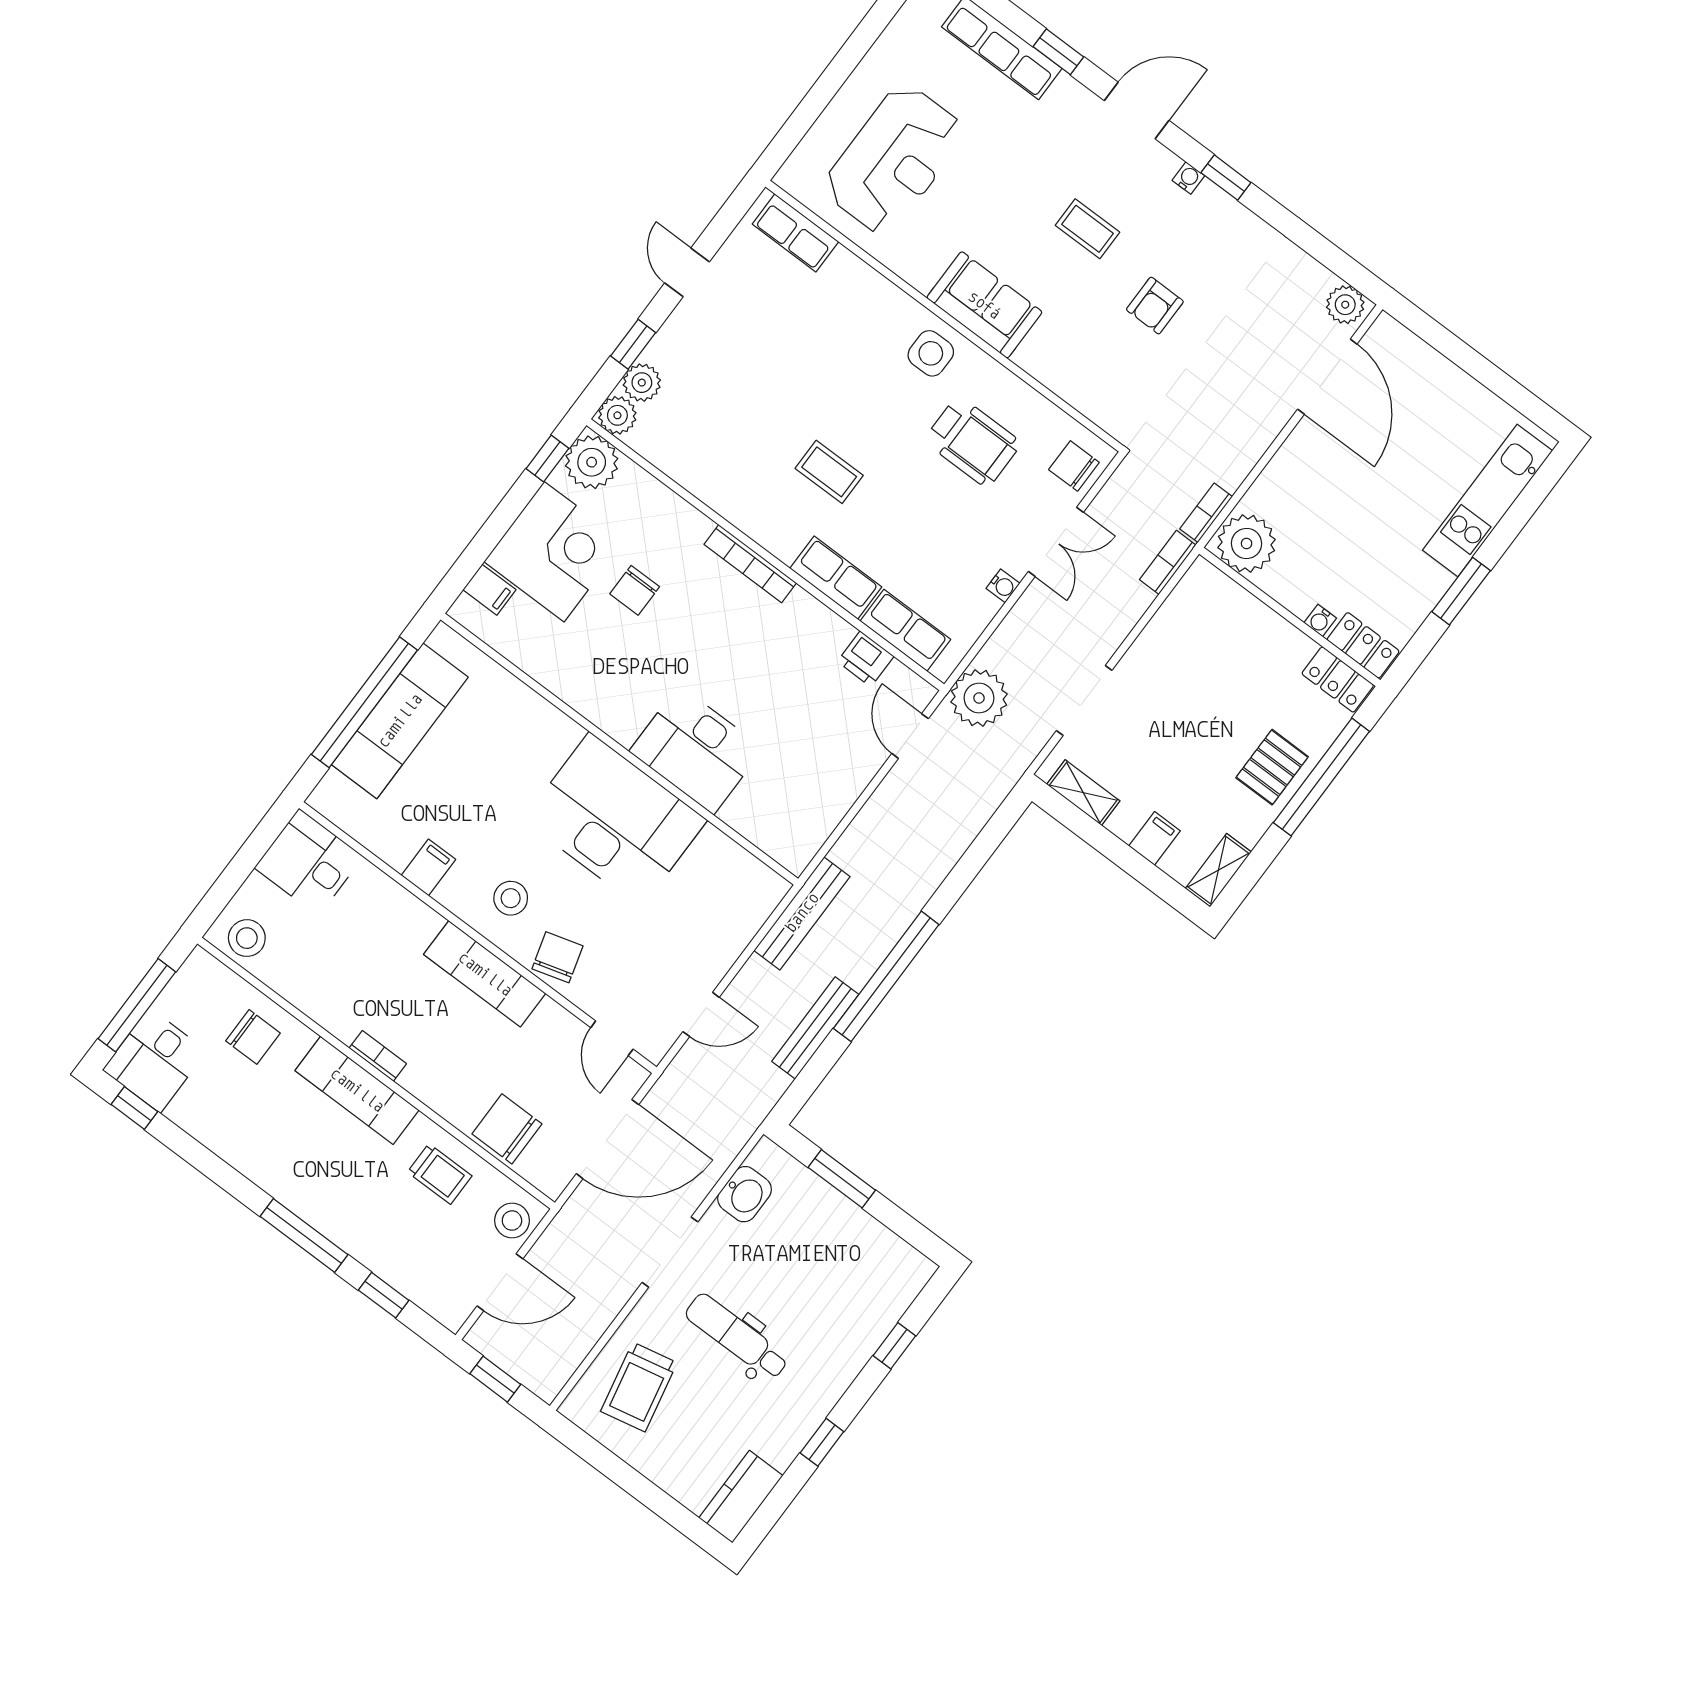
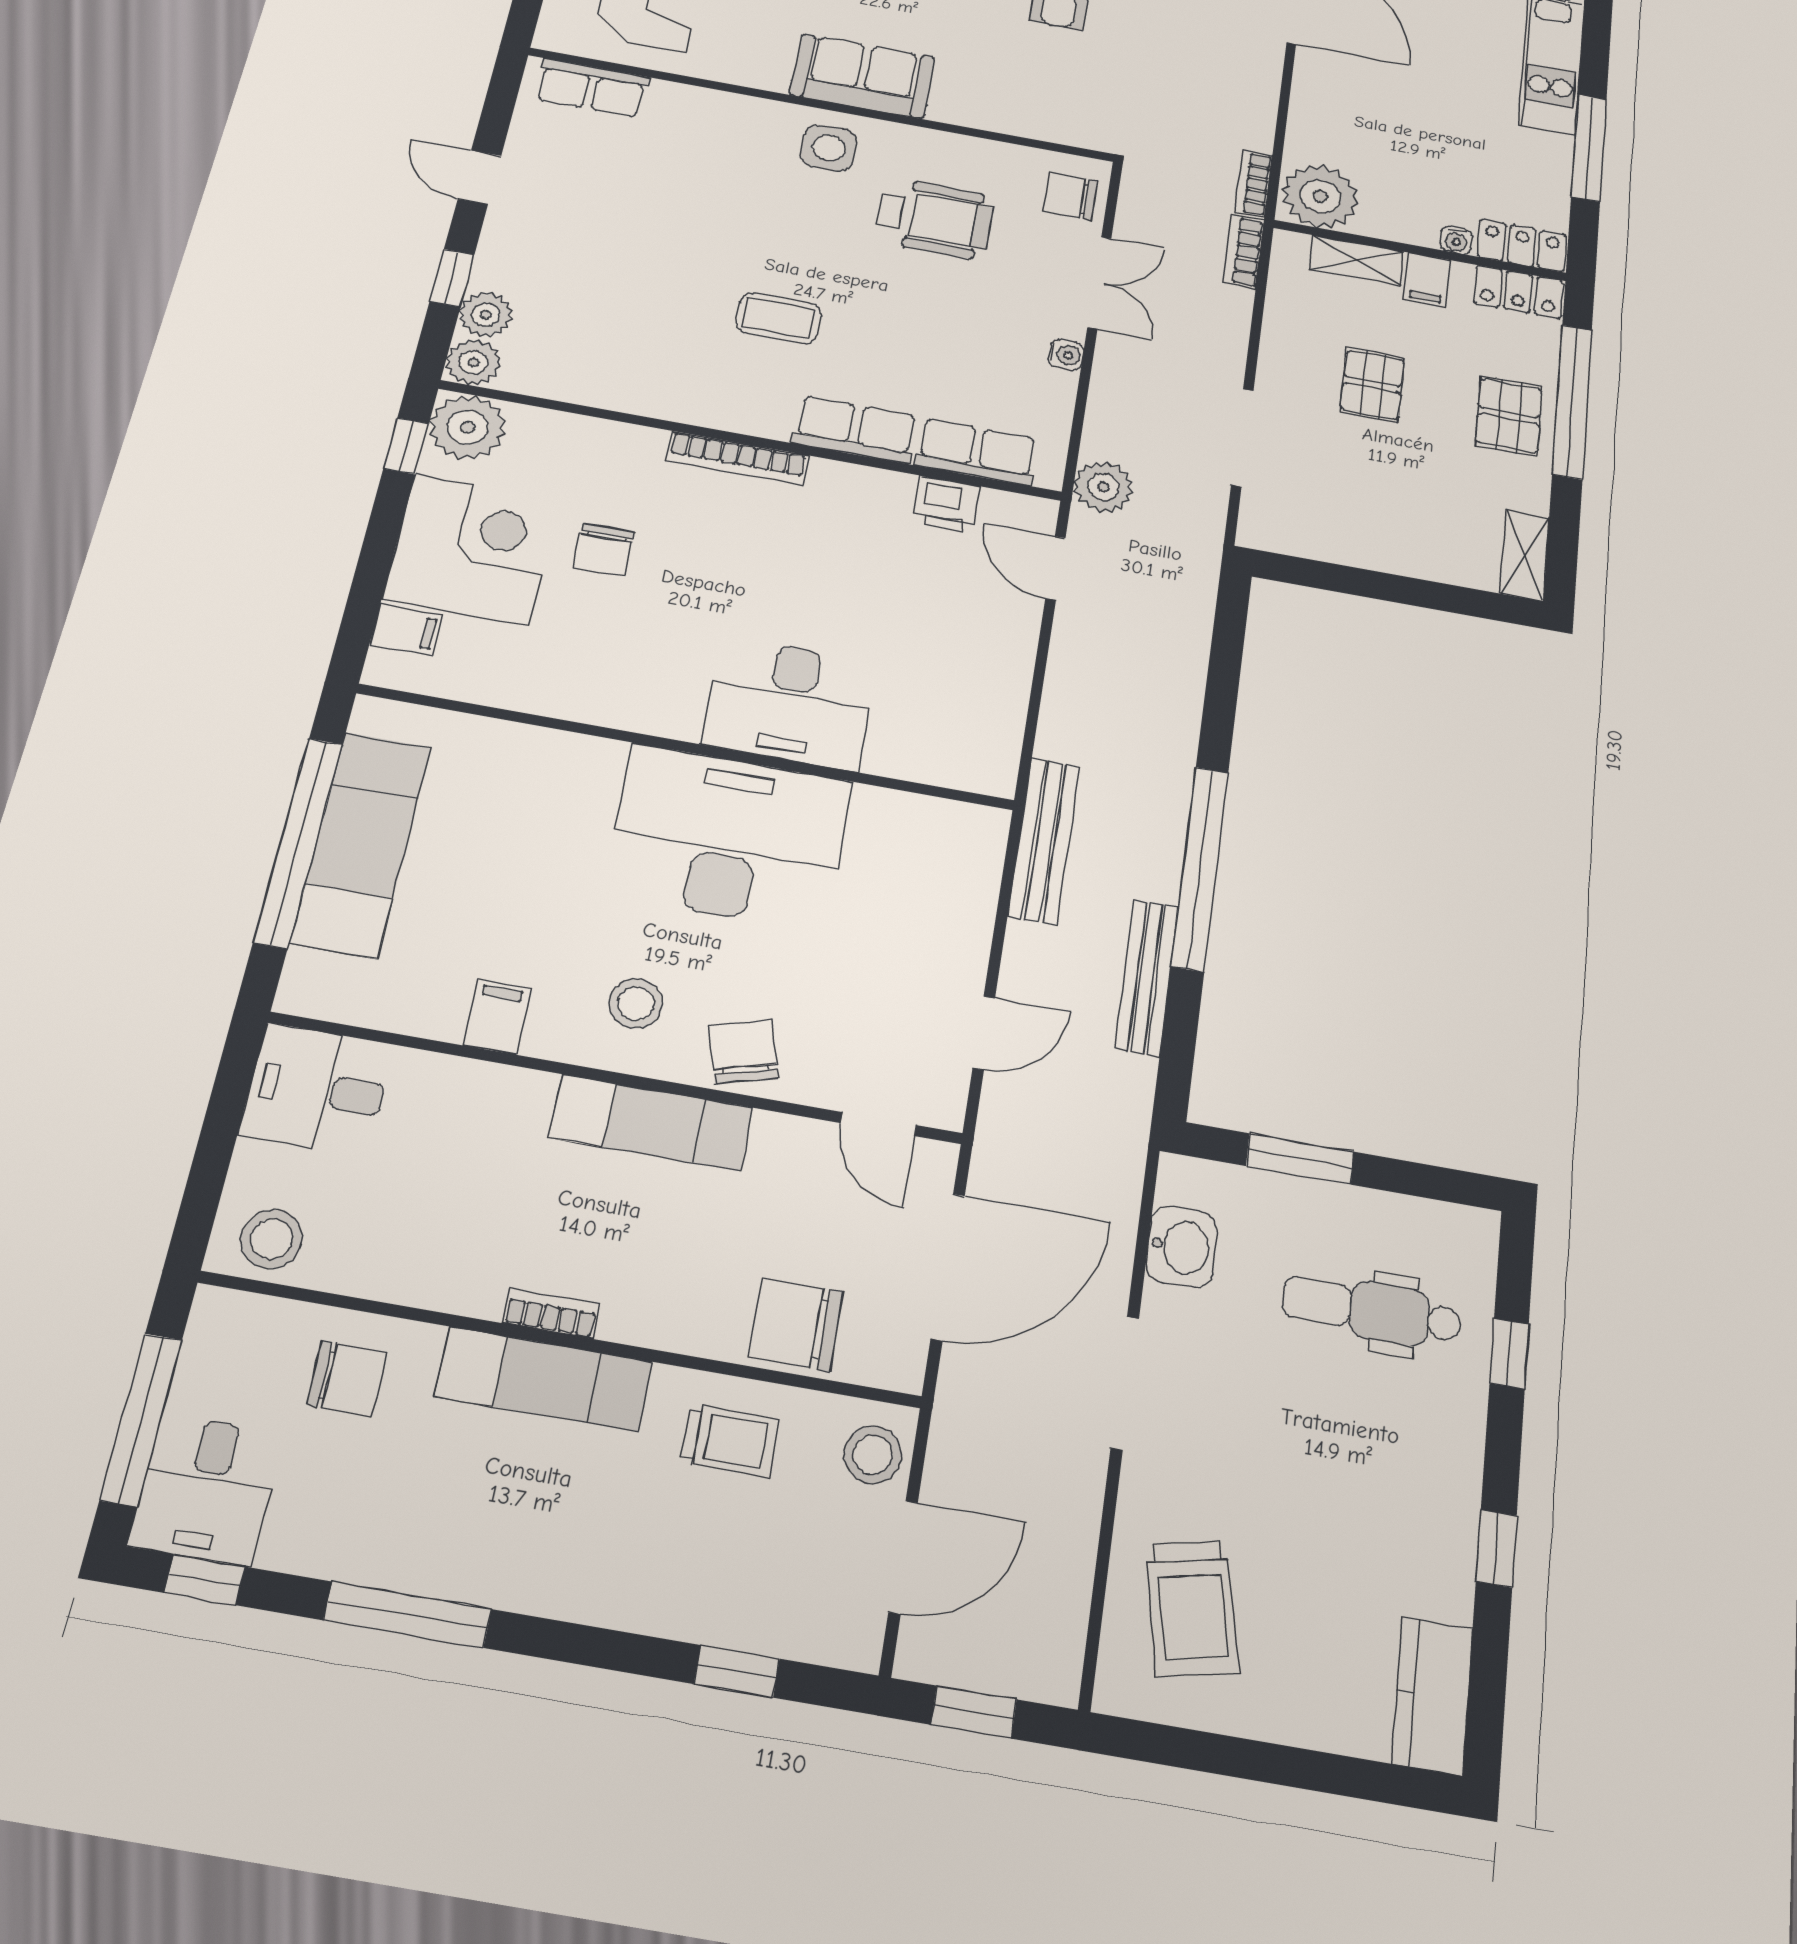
window: (1461, 591) -> (1589, 148), width x1.44
plant: (979, 698) -> (1103, 487), width x0.73, depth x0.73
pallet: (1194, 702) -> (1372, 385), added
shelving: (1083, 793) -> (1357, 260), moved
filing cabinet: (1155, 838) -> (1427, 280), moved, turned 180
window: (304, 1235) -> (408, 1615), moved
dental chair: (737, 1337) -> (1372, 1311), moved

